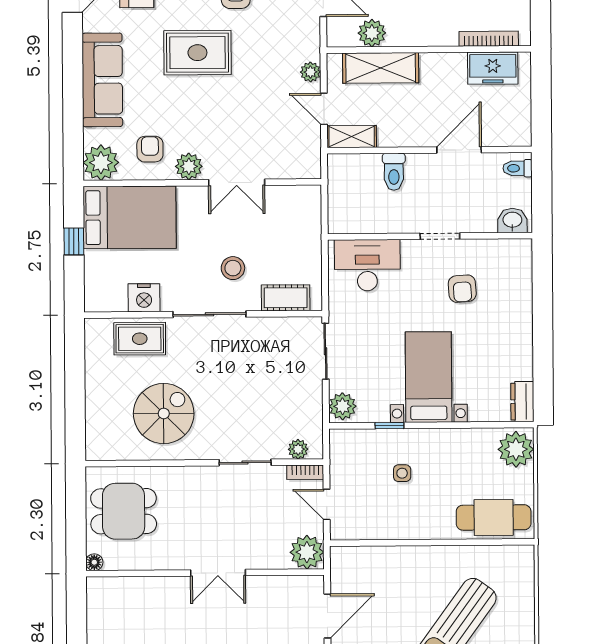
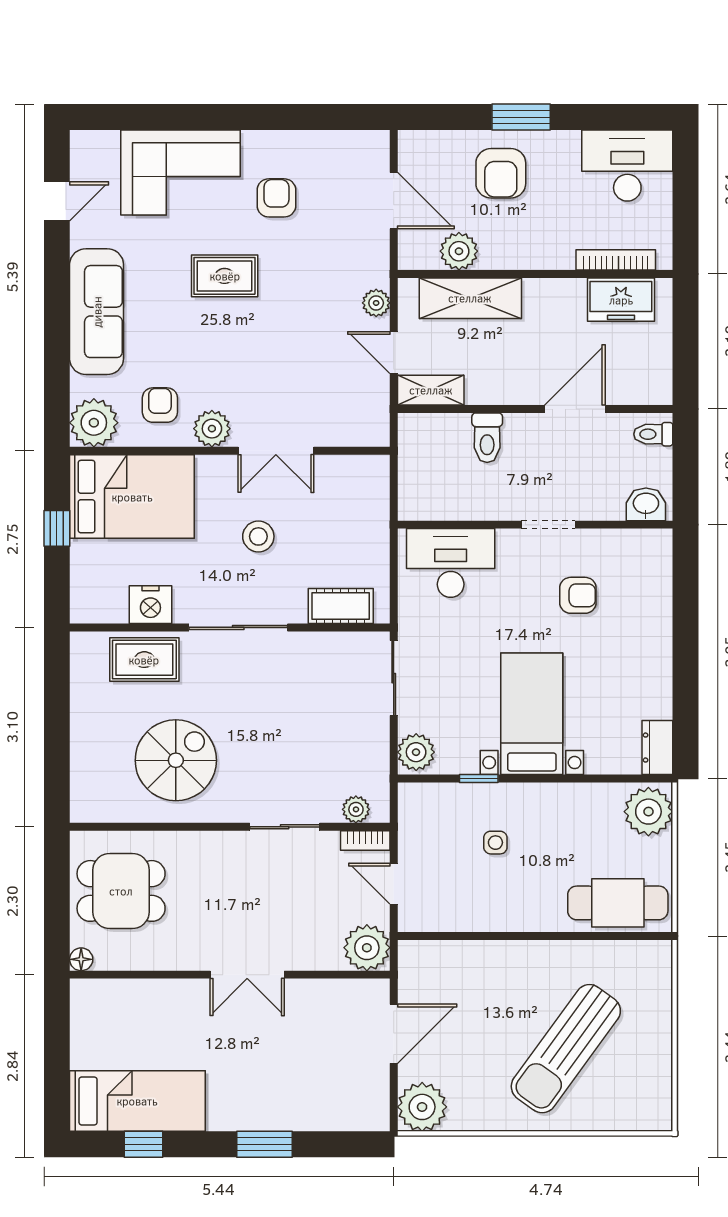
rug: (197, 53) -> (225, 276), width x0.73, depth x0.70
stool: (233, 268) -> (258, 536), moved
armchair: (462, 289) -> (578, 595), turned -86

